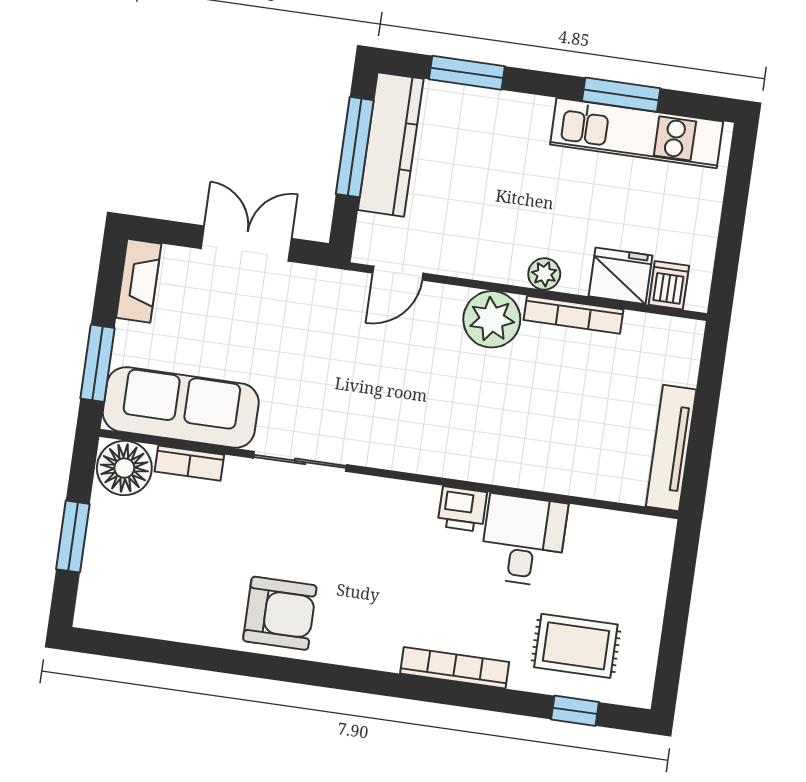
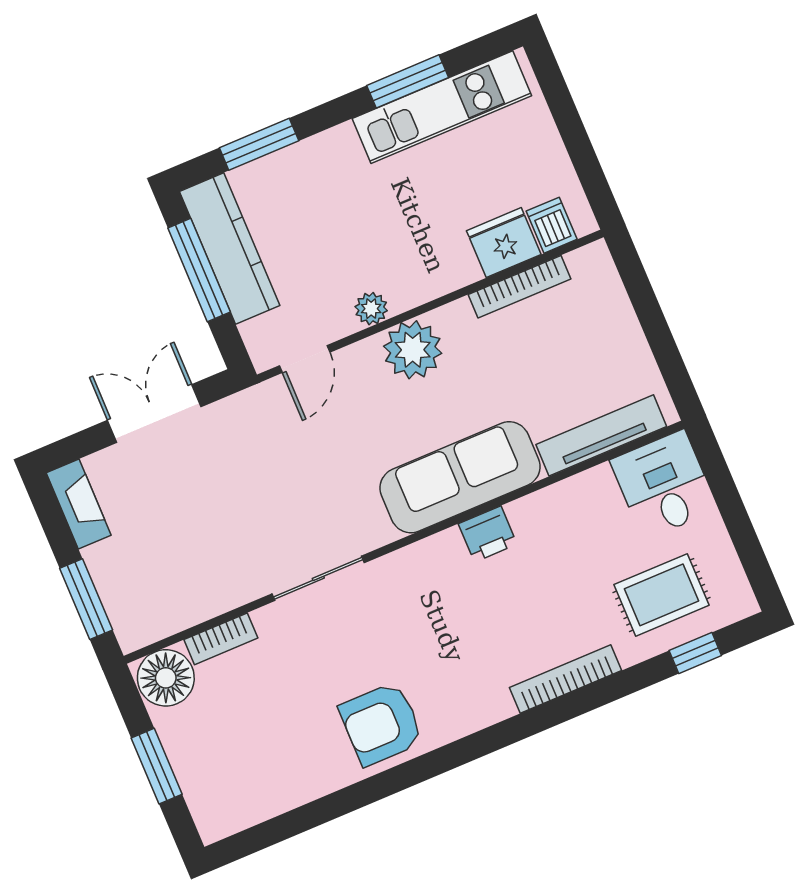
plant: (544, 274) -> (371, 309), moved
bookcase: (573, 315) -> (519, 287), moved
sofa: (181, 407) -> (460, 477), moved
tv unit: (671, 448) -> (601, 435), moved, turned 90
desk: (524, 540) -> (664, 485), moved
armchair: (280, 613) -> (381, 724), turned 180

